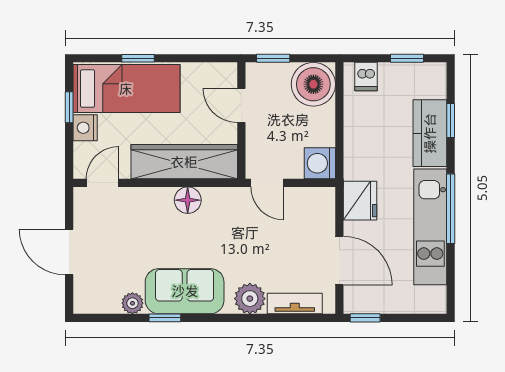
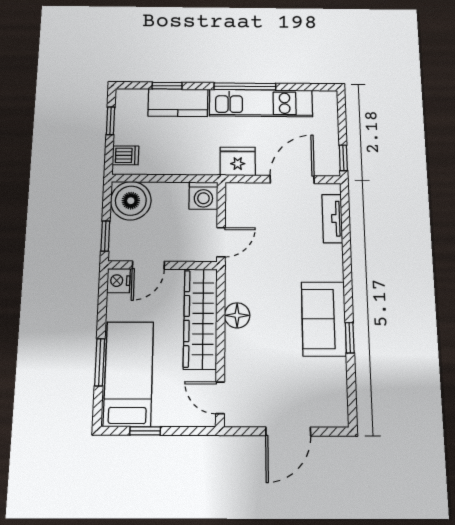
window: (138, 58) -> (100, 362), width x1.50
nightstand: (85, 128) -> (118, 281), moved, turned 90
plant: (250, 299) -> (329, 259), removed
plant: (132, 303) -> (337, 369), removed

